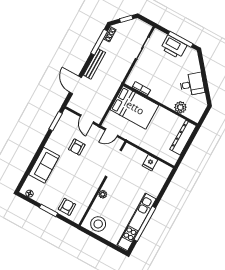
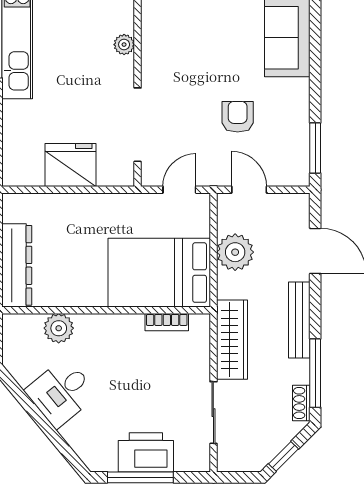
wardrobe: (122, 70) -> (232, 340), added
plant: (104, 100) -> (235, 252), added
fridge: (150, 163) -> (70, 165), width x1.88, depth x1.34

